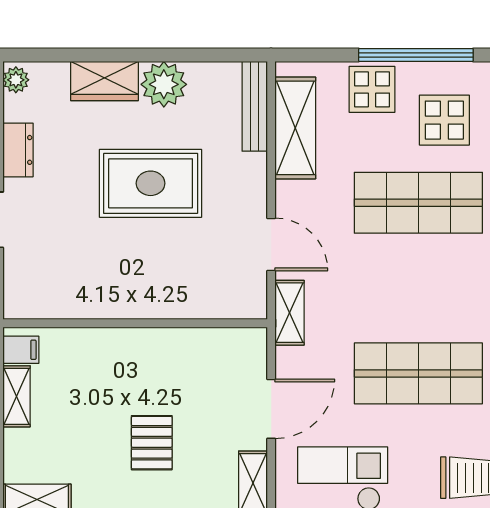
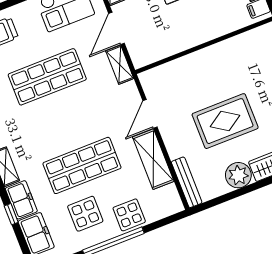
shelving: (295, 128) -> (153, 159), moved
door: (271, 244) -> (150, 114), hinge flipped
shelving: (290, 313) -> (120, 65), moved

